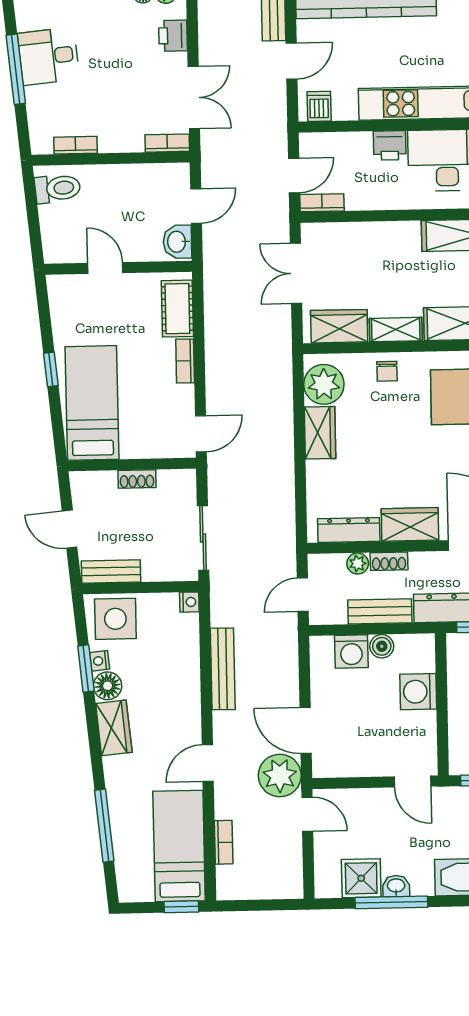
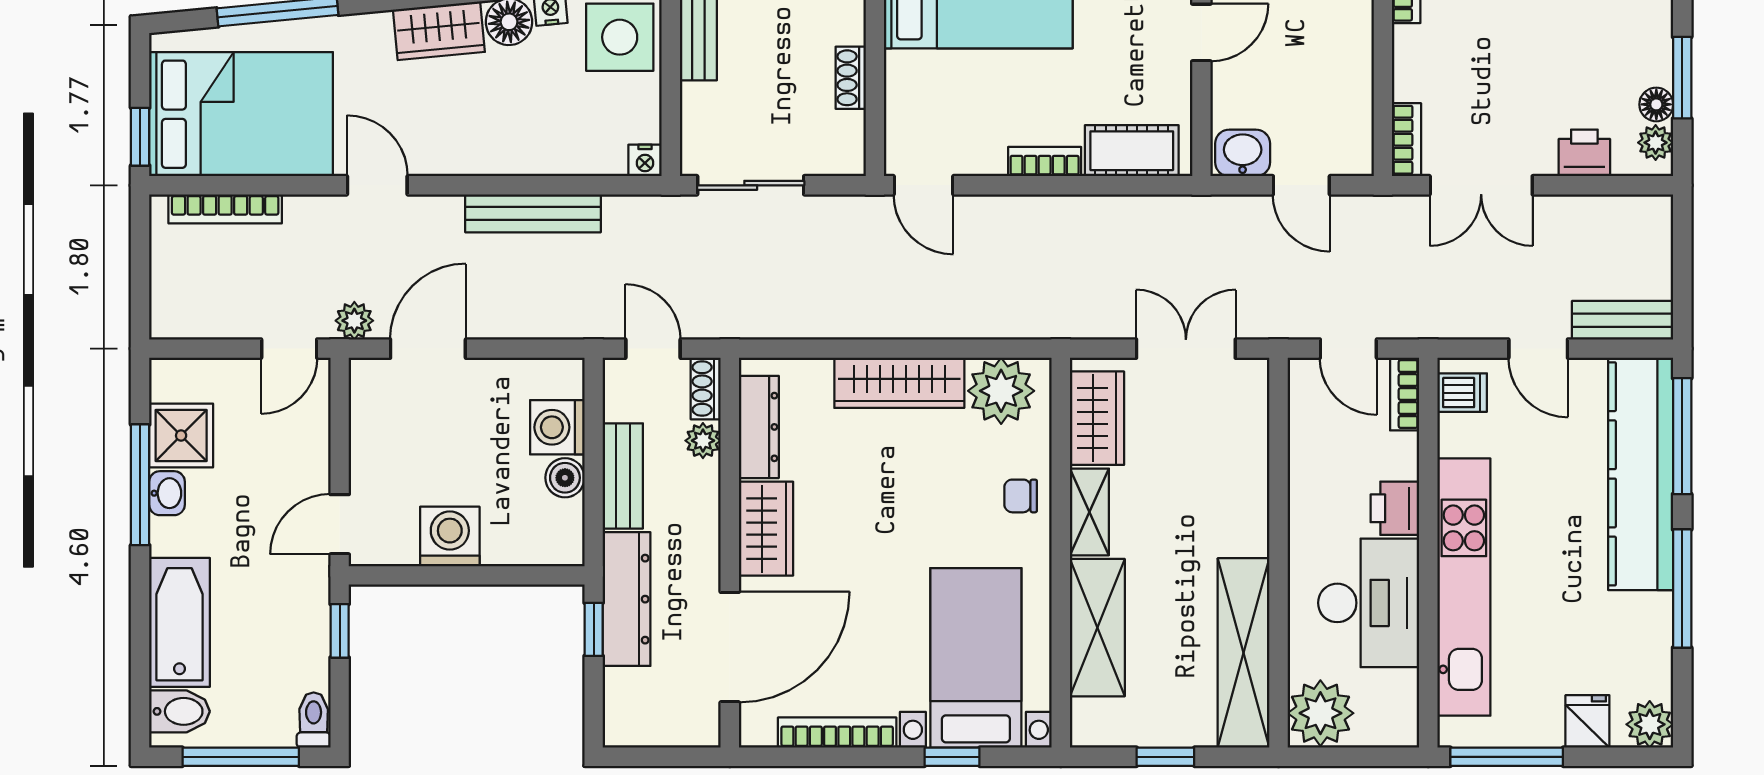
bookcase: (322, 203) -> (1405, 394), moved, turned 180
wardrobe: (320, 433) -> (899, 383), width x1.50
shoe rack: (389, 561) -> (706, 388), moved
washing machine: (418, 692) -> (450, 537), moved
plant: (280, 775) -> (354, 321), width x0.53, depth x0.53
bookcase: (224, 842) -> (225, 209), width x1.56
bed: (179, 846) -> (241, 114), width x1.50

